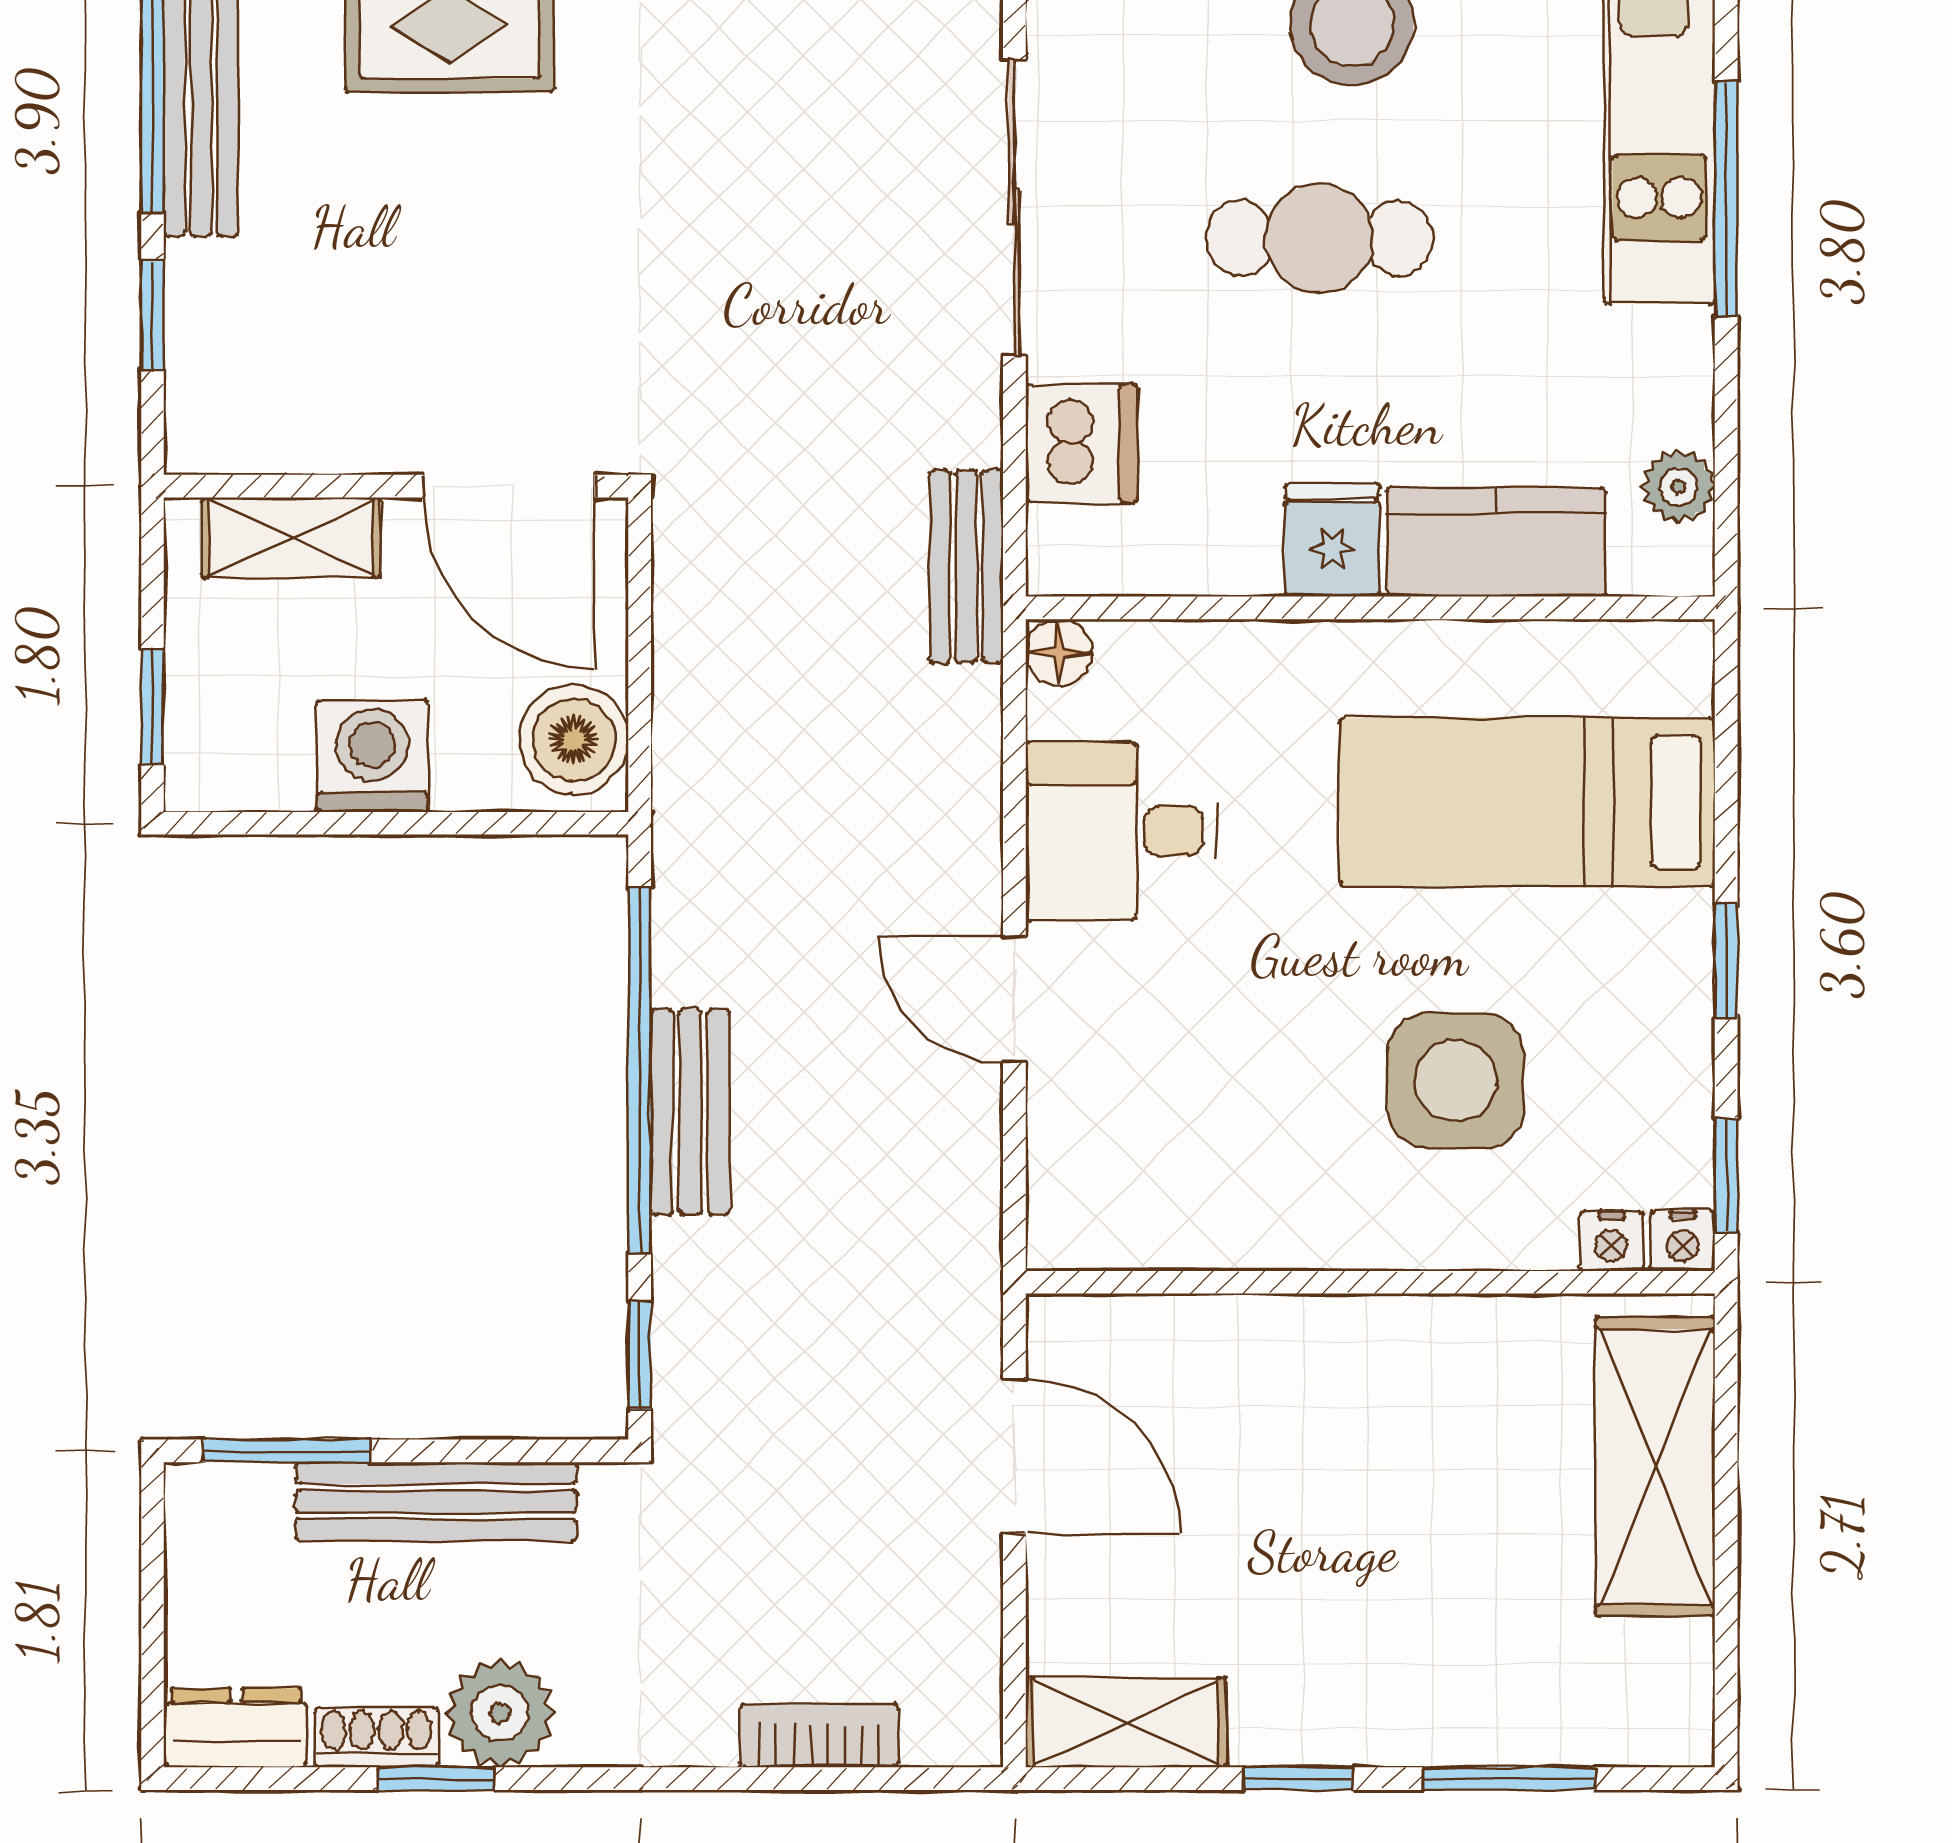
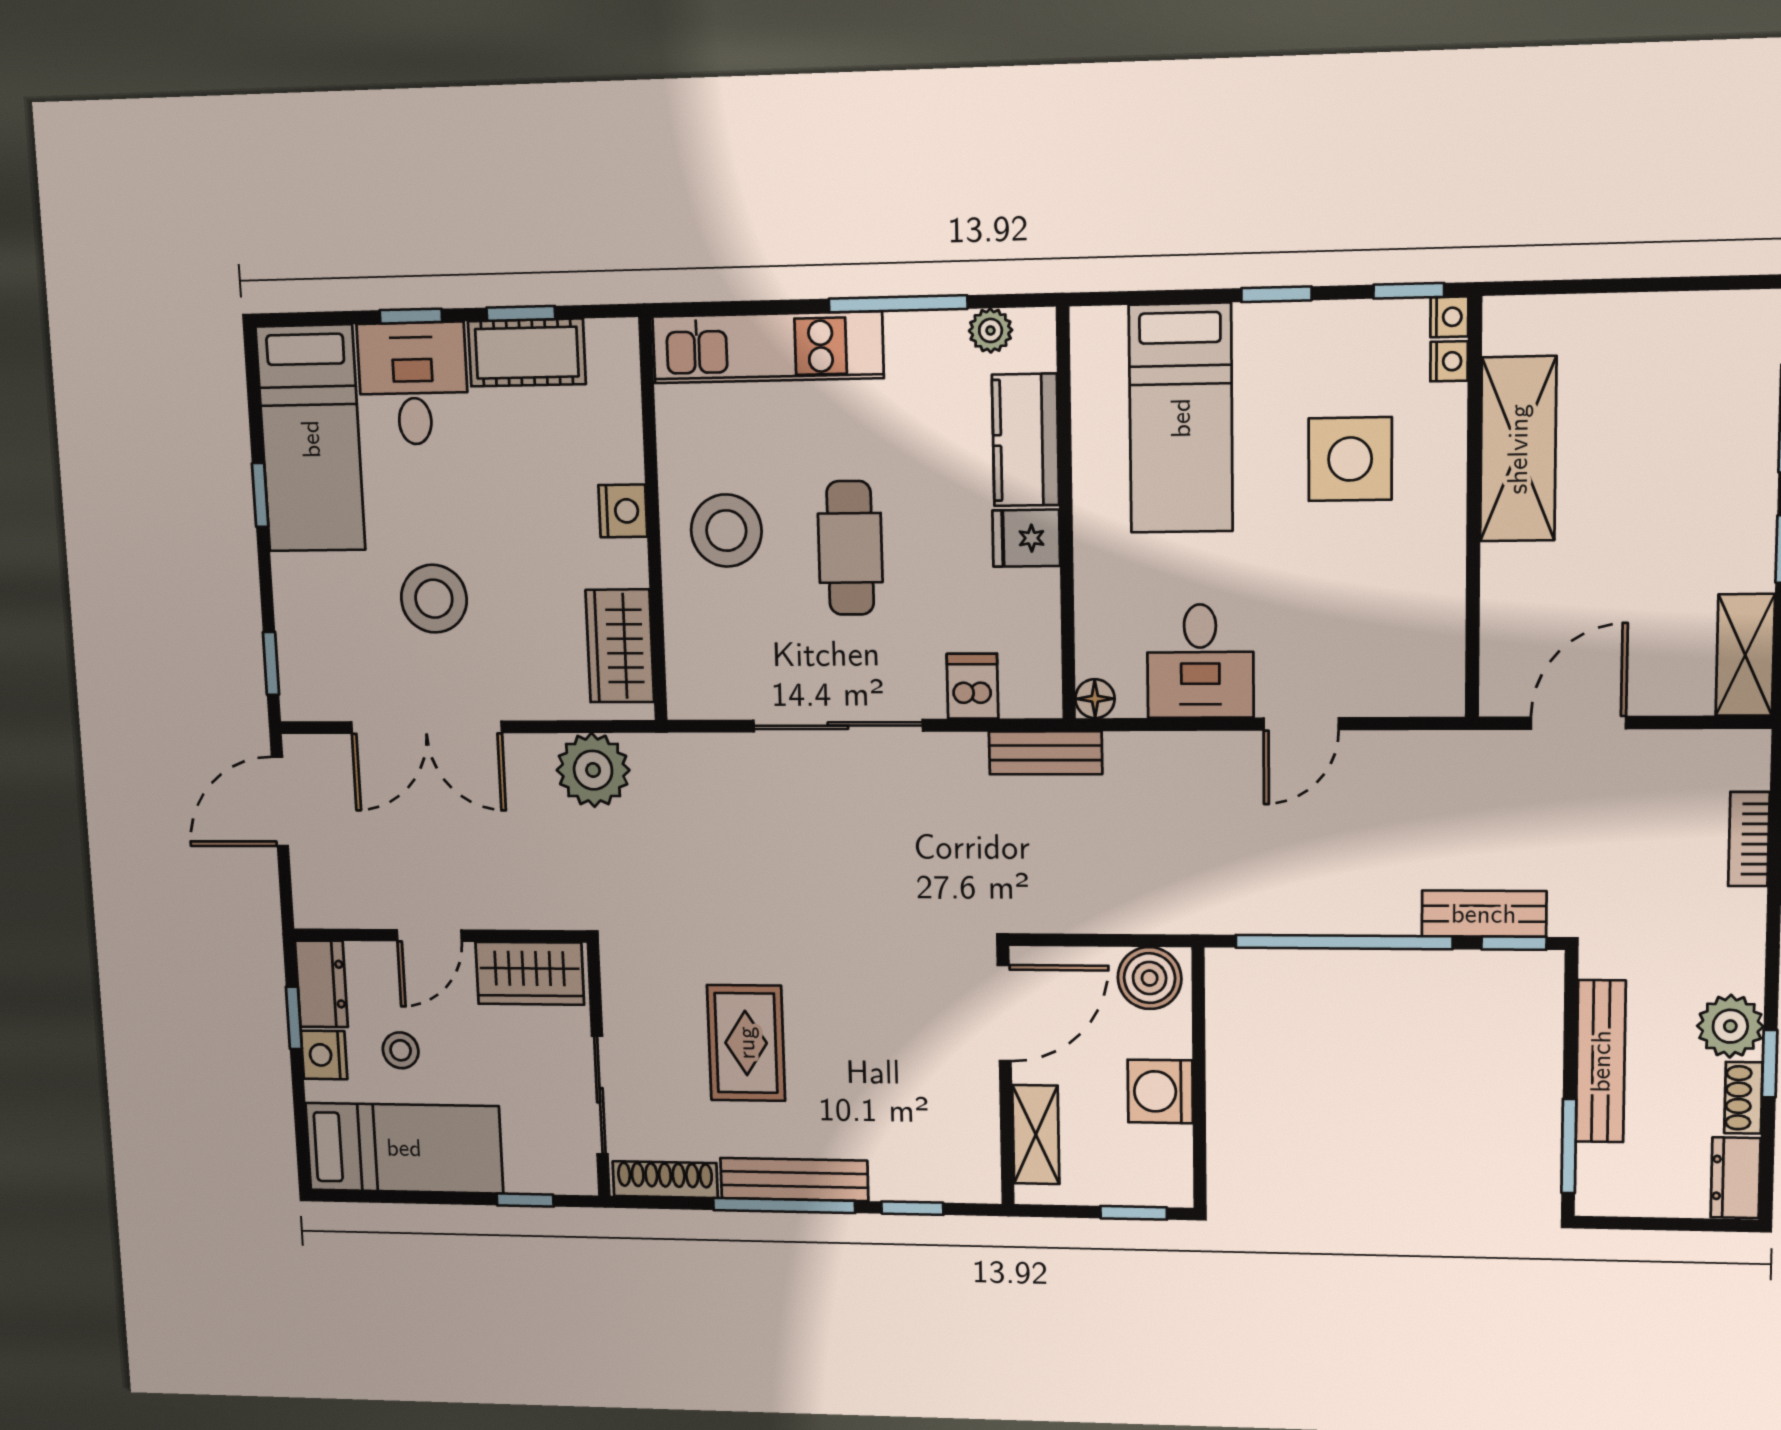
window: (1726, 199) -> (898, 304), moved
dishwasher: (1081, 443) -> (972, 686), width x0.73
bench: (690, 1112) -> (1484, 914), moved
shelving: (1655, 1467) -> (1518, 449), moved, turned 90

